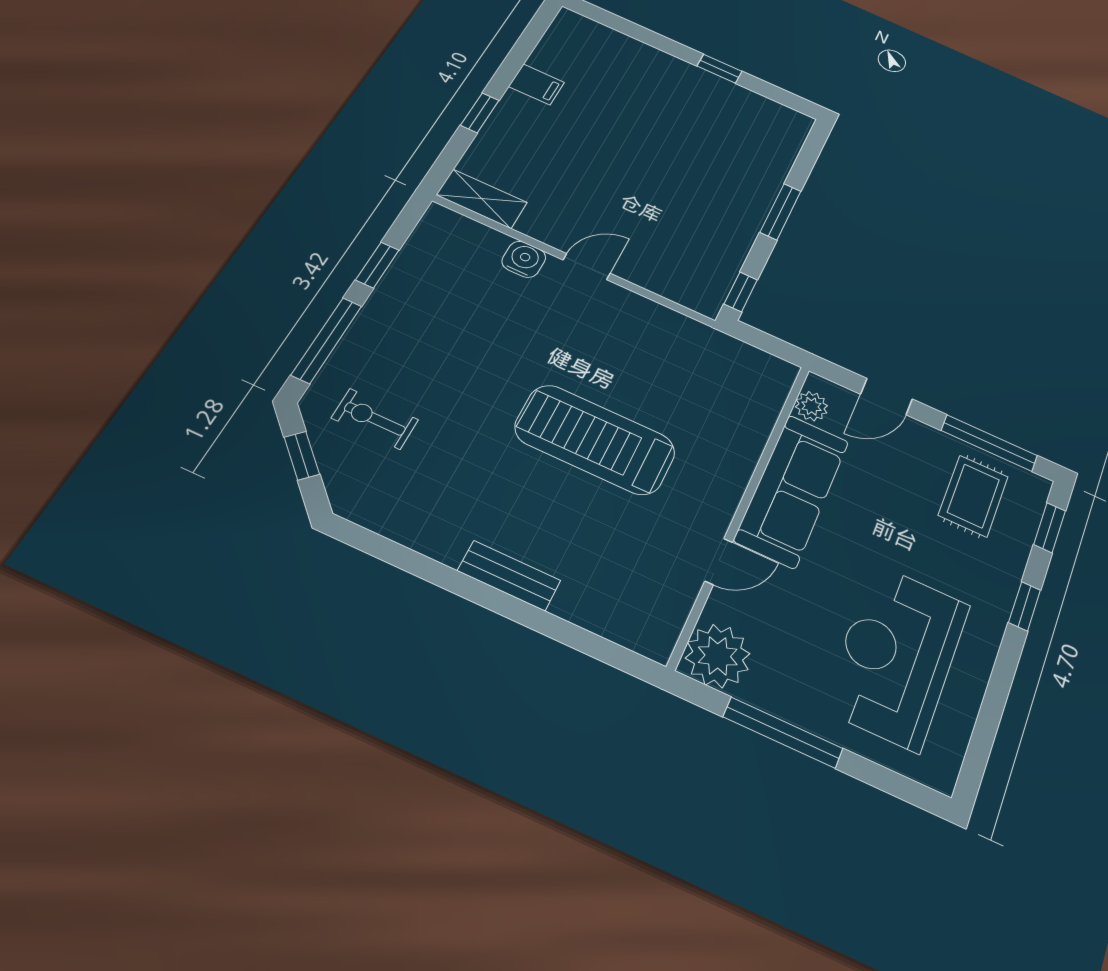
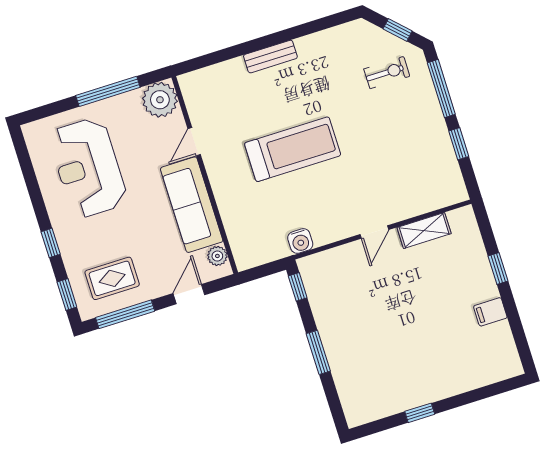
shelving: (482, 199) -> (424, 231), moved
water cooler: (524, 259) -> (300, 241), moved
rug: (973, 496) -> (112, 278), turned 90
reception desk: (897, 656) -> (88, 168), turned 180

